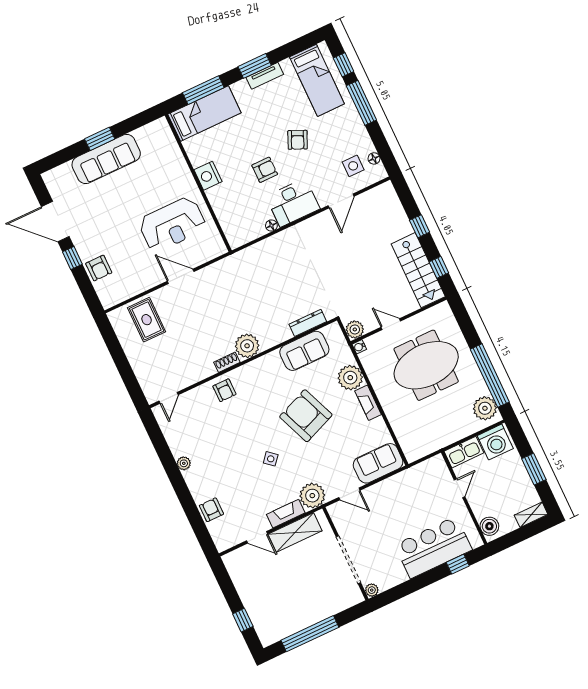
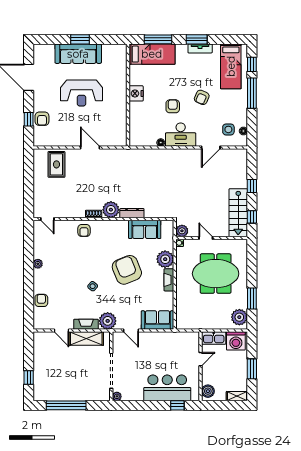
armchair: (265, 170) -> (173, 106), turned -90
reception desk: (172, 224) -> (82, 93), moved
window: (72, 258) -> (29, 119), moved
dresser: (308, 323) -> (132, 213), moved
window: (490, 376) -> (252, 298), width x0.47
door: (169, 398) -> (47, 219), hinge flipped

